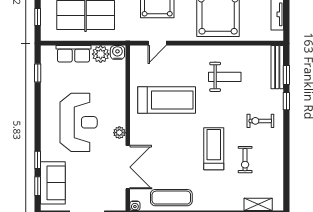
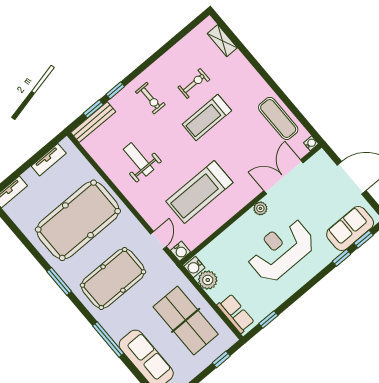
door: (157, 43) -> (158, 240), hinge flipped
water cooler: (137, 52) -> (180, 251), added
row of seats: (73, 54) -> (236, 314), moved
treadmill: (167, 100) -> (199, 192), turned -90

